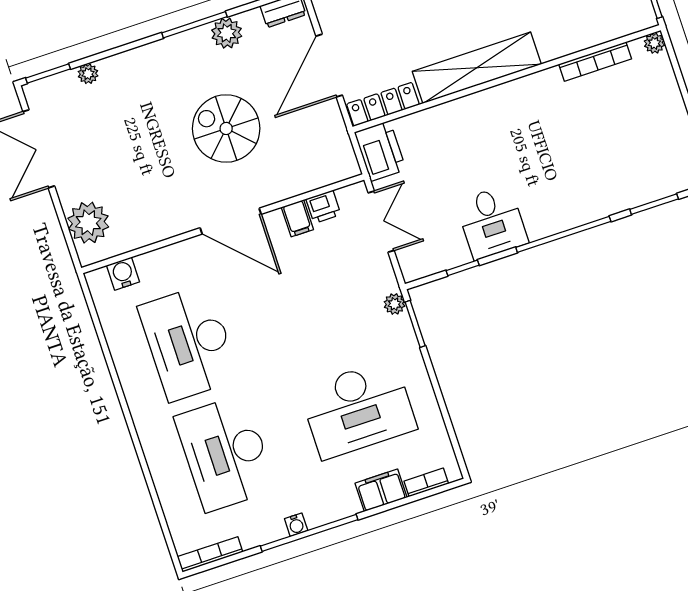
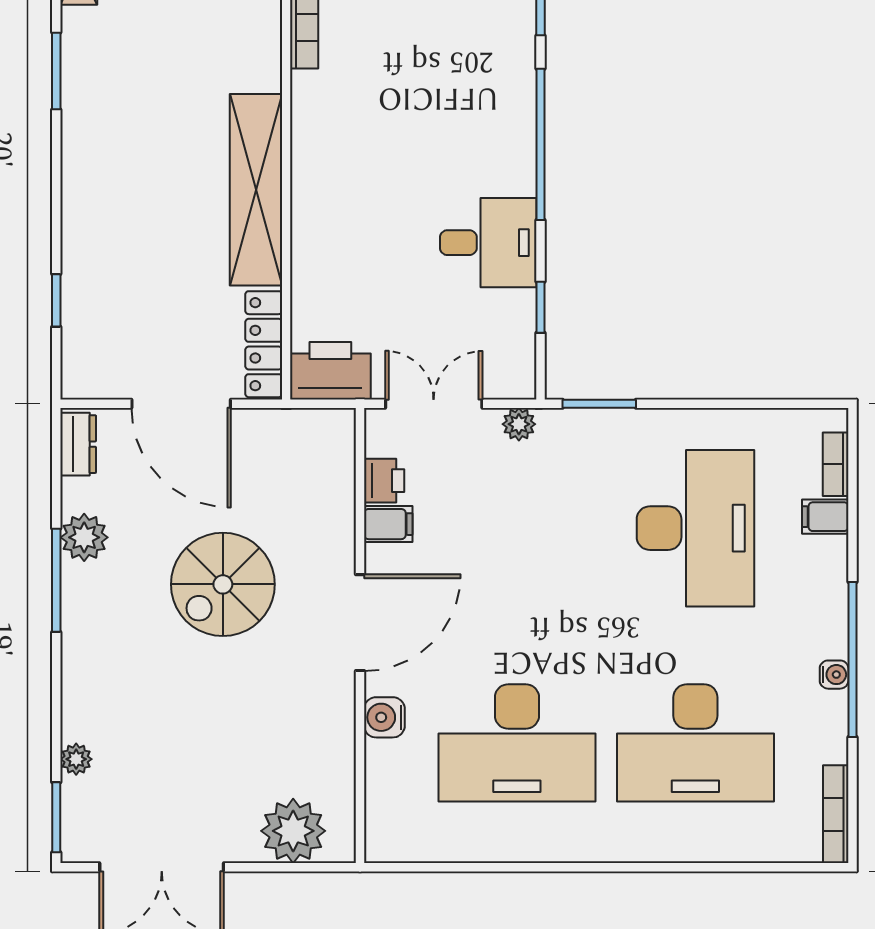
water cooler: (123, 274) -> (384, 717), moved
plant: (394, 304) -> (519, 424), moved
filing cabinet: (381, 490) -> (825, 517), width x0.50

